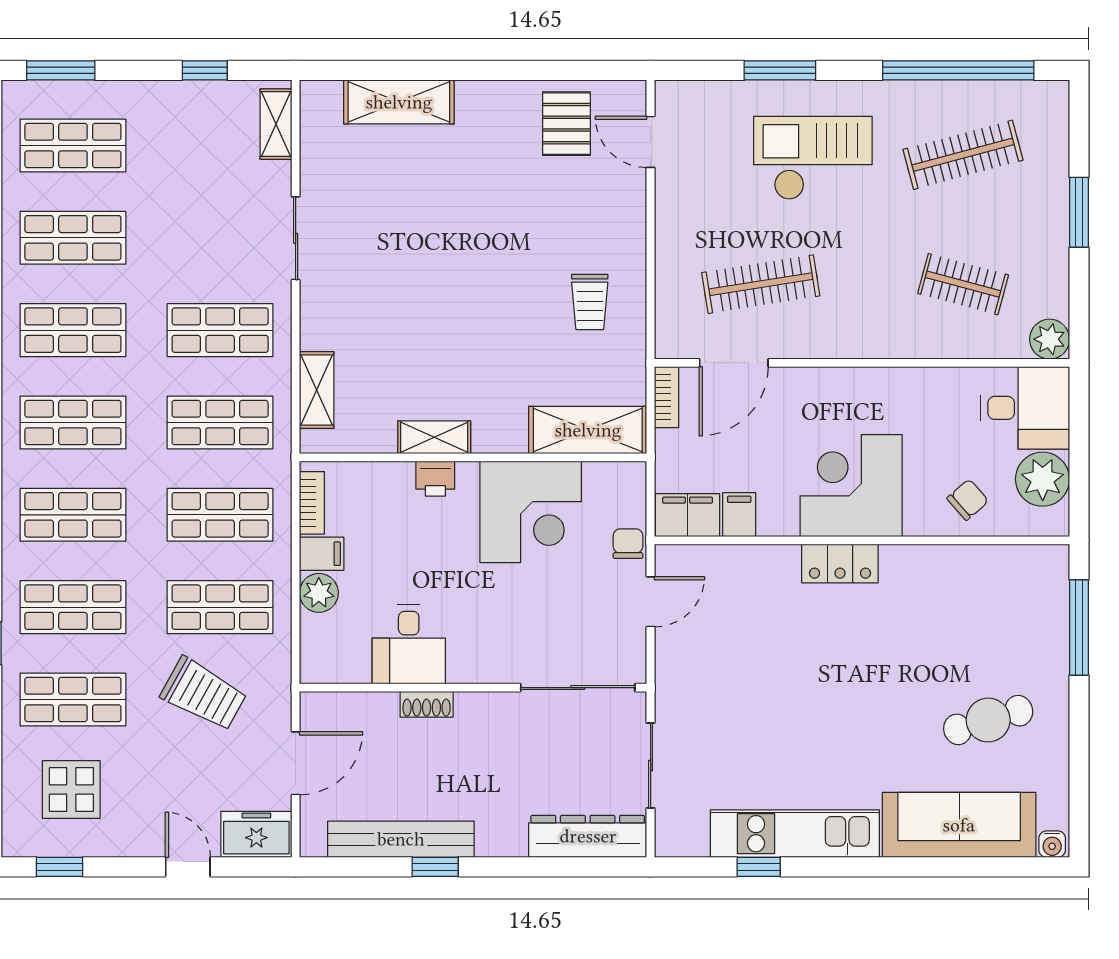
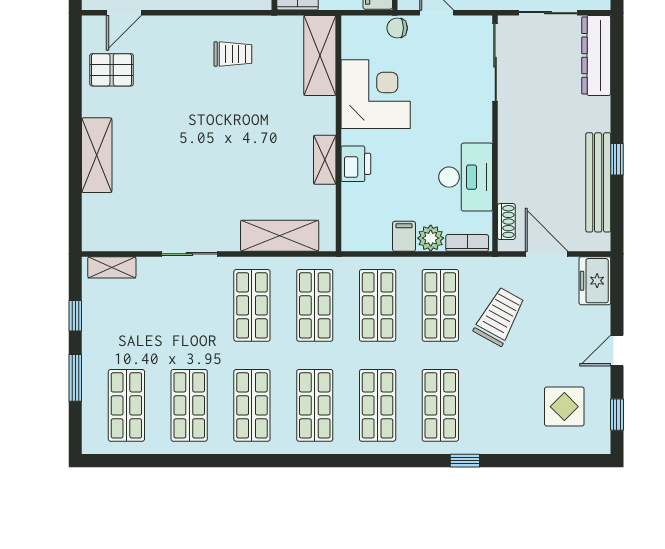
window: (61, 70) -> (75, 378), moved
shelving: (399, 102) -> (97, 155), moved
shelving: (317, 390) -> (280, 236), width x1.50, depth x1.33
printer: (435, 479) -> (356, 164), width x1.36, depth x1.24
bookcase: (312, 503) -> (467, 243), moved
desk: (409, 644) -> (466, 177), width x1.37
shop shelf: (73, 699) -> (503, 405), removed
shoe rack: (427, 704) -> (506, 222), moved
door: (188, 867) -> (617, 351), moved

